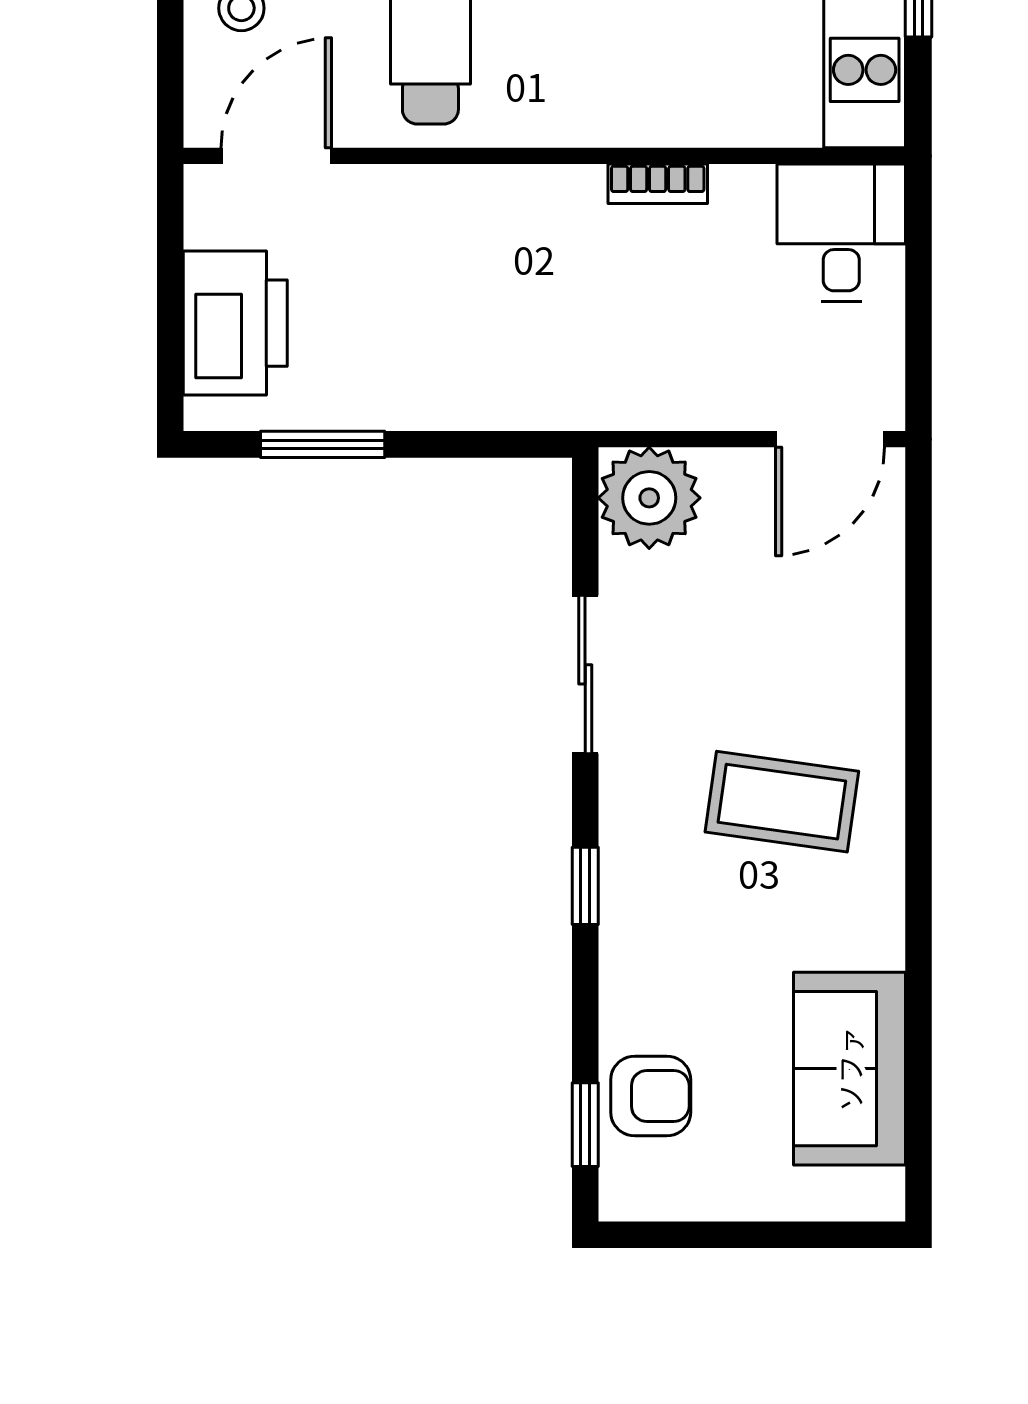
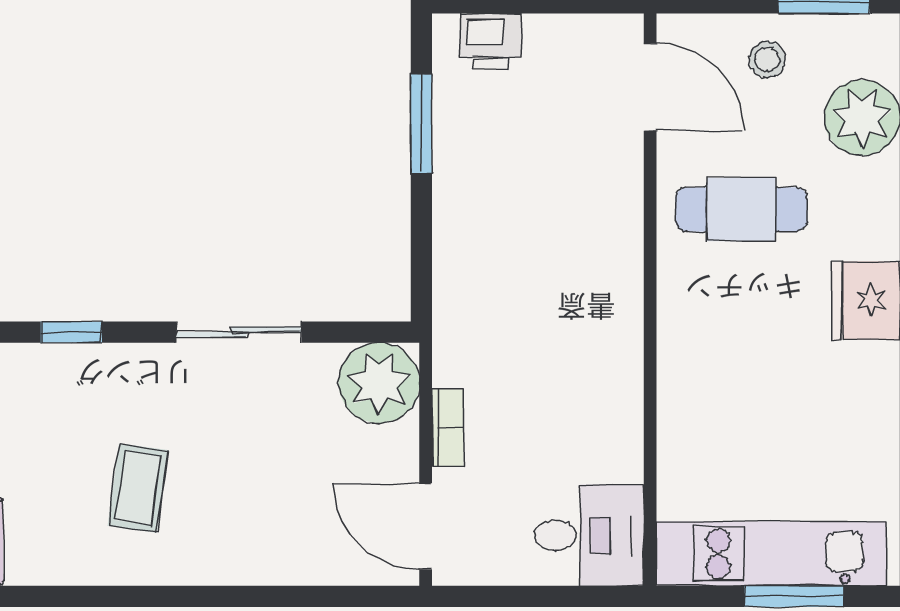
bookcase: (658, 184) -> (448, 428), moved, turned 180
printer: (235, 323) -> (491, 41), width x0.53, depth x0.68
coffee table: (782, 802) -> (138, 488), width x0.73, depth x0.77

